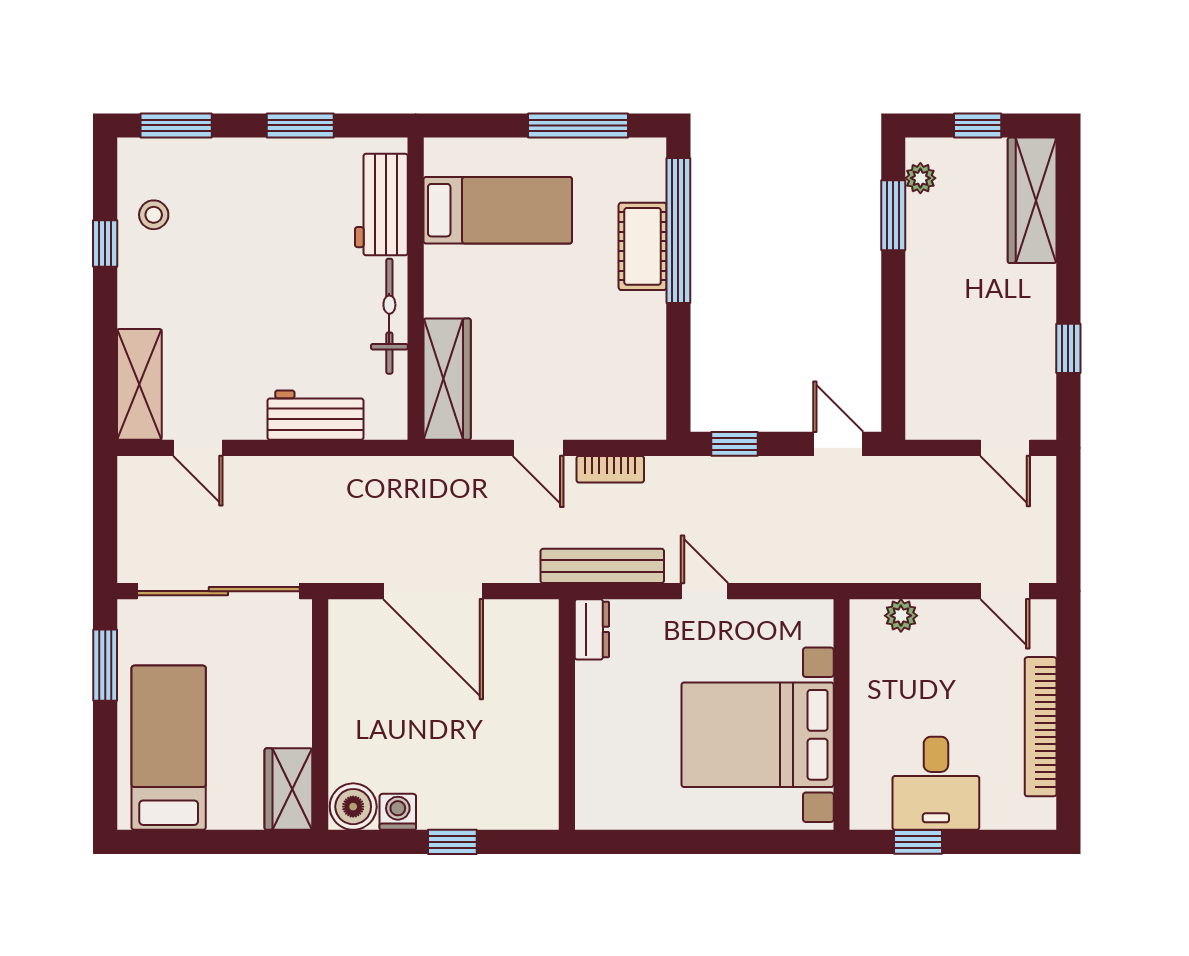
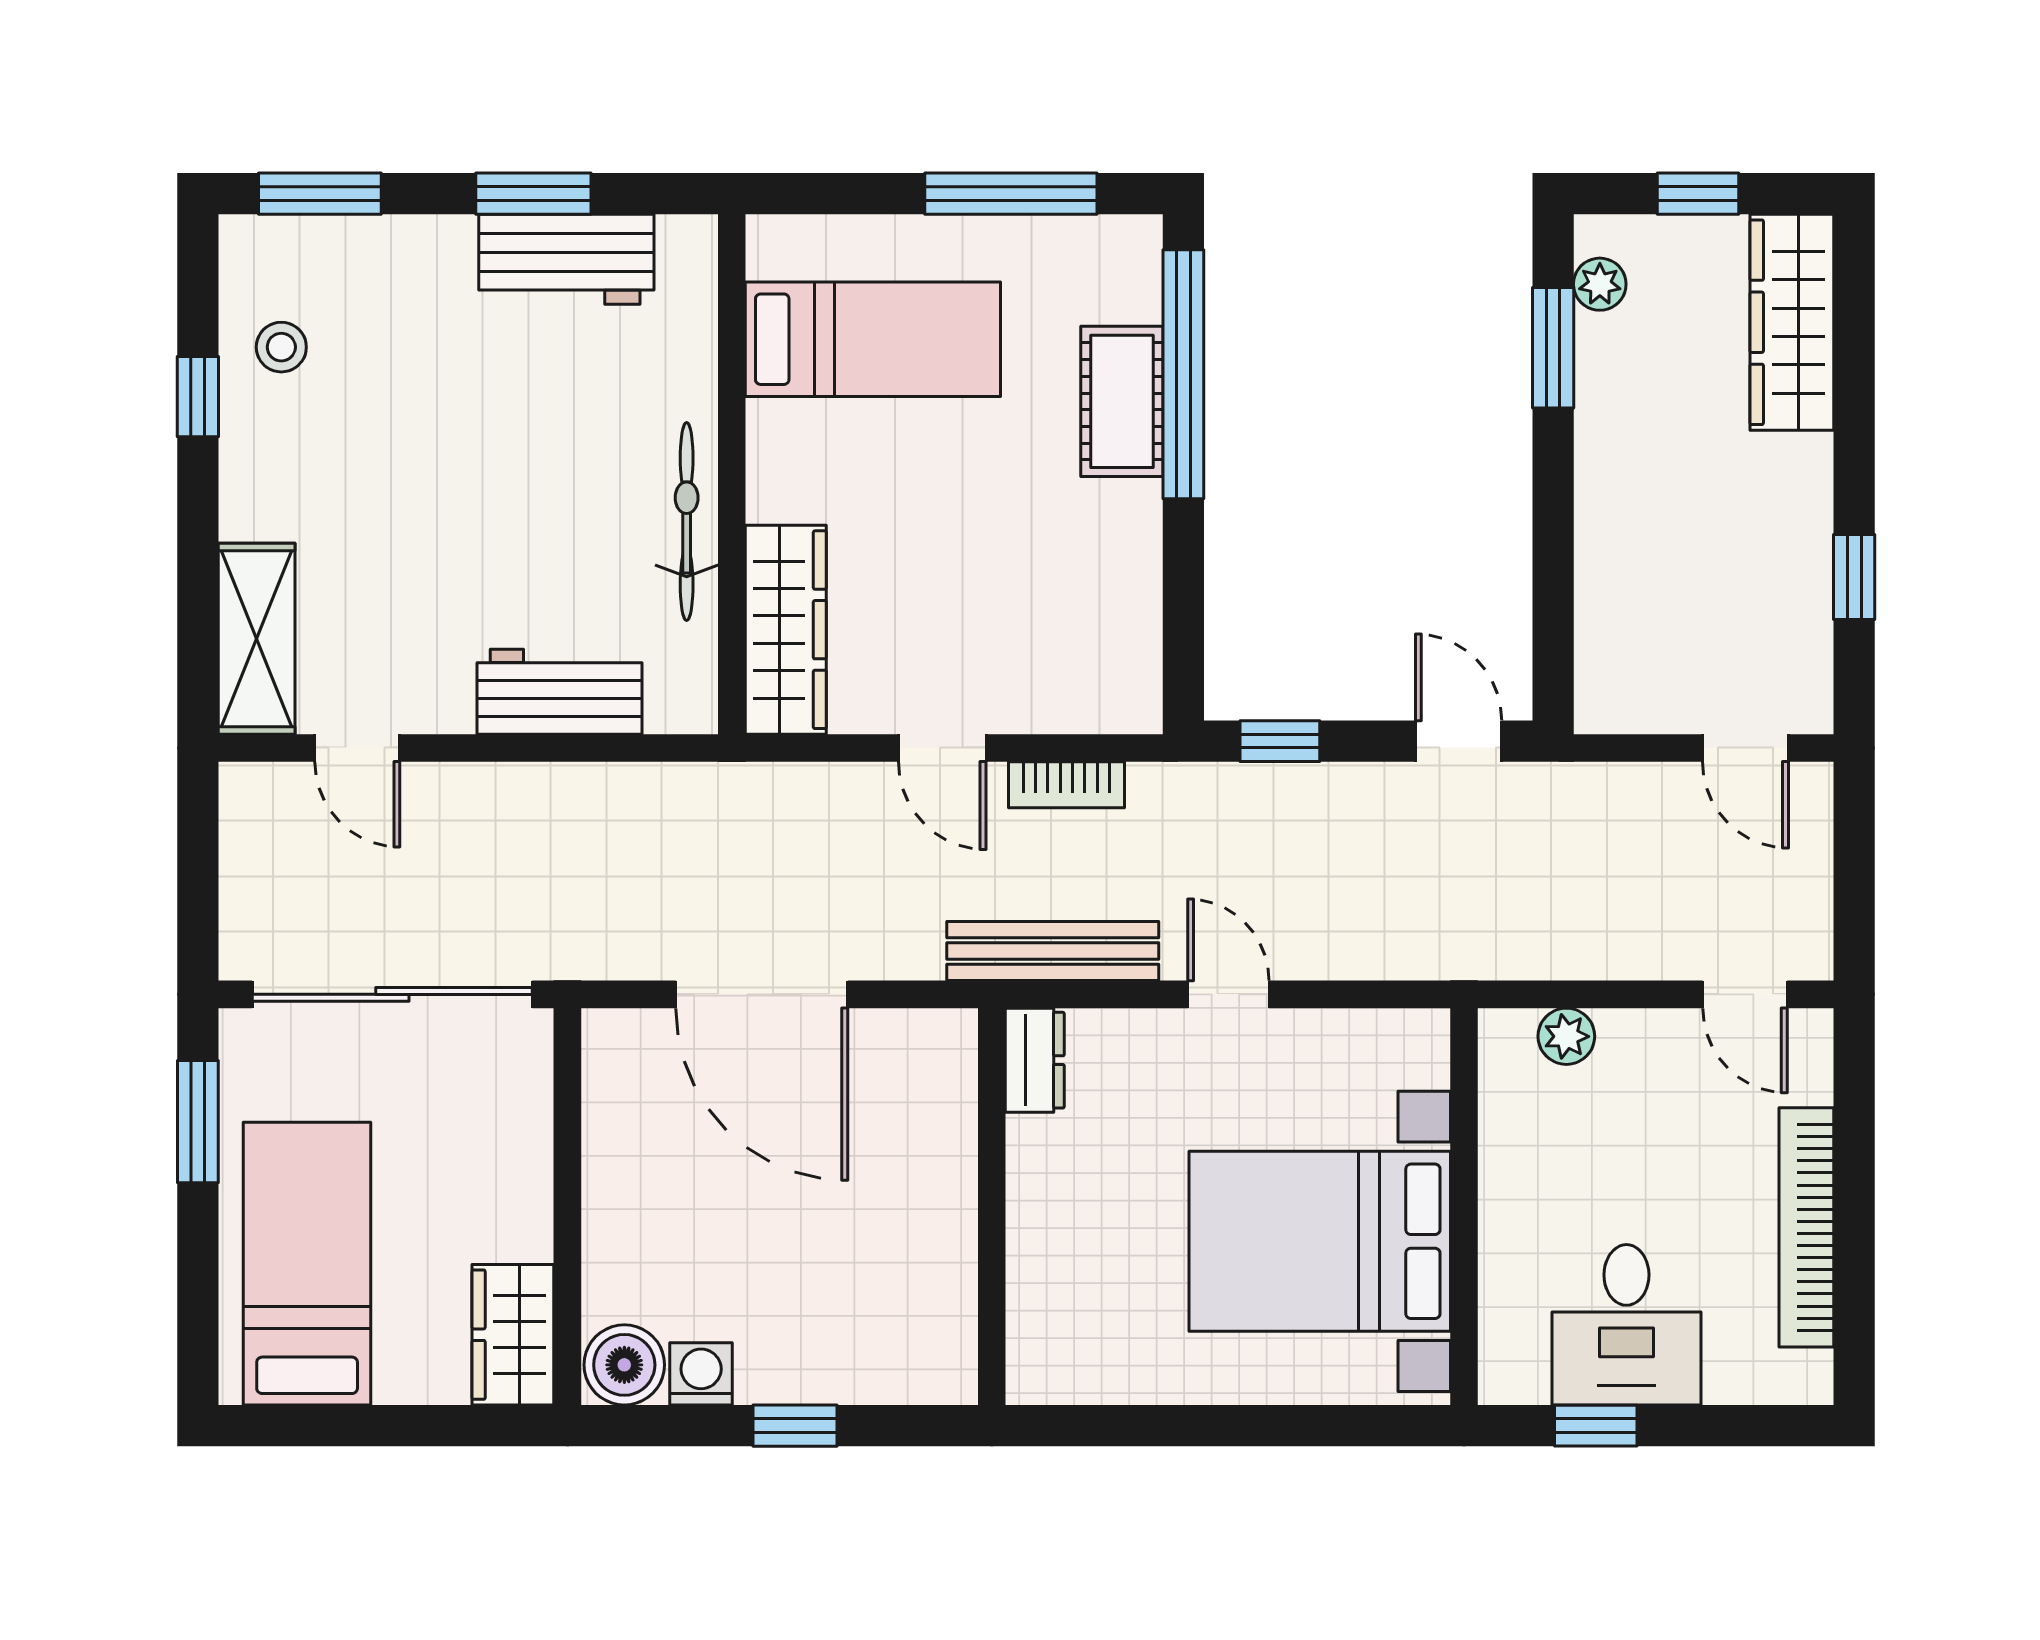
workbench: (381, 205) -> (566, 259), moved, turned -90

